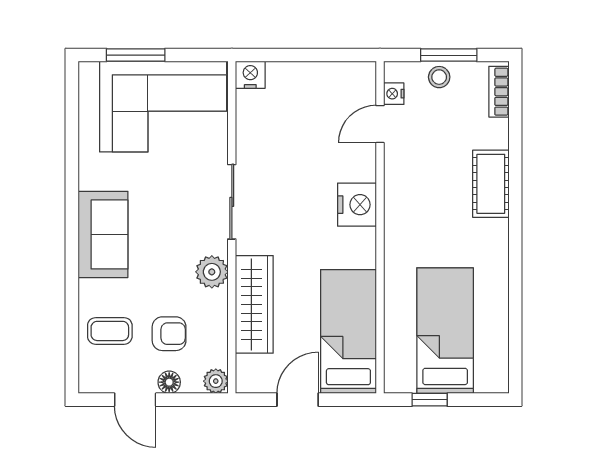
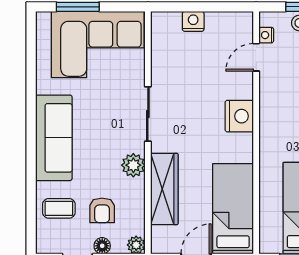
nightstand: (250, 75) -> (193, 21), moved
sofa: (103, 234) -> (54, 138), width x1.36
armchair: (169, 334) -> (102, 210), turned 90

